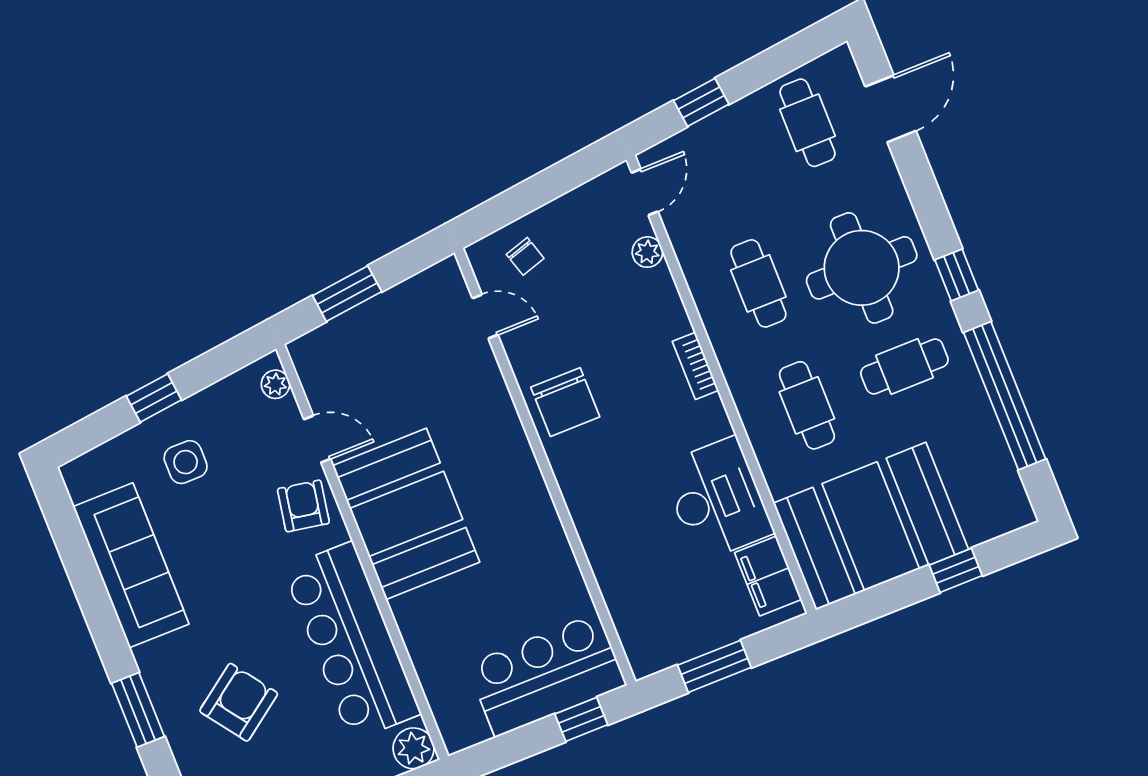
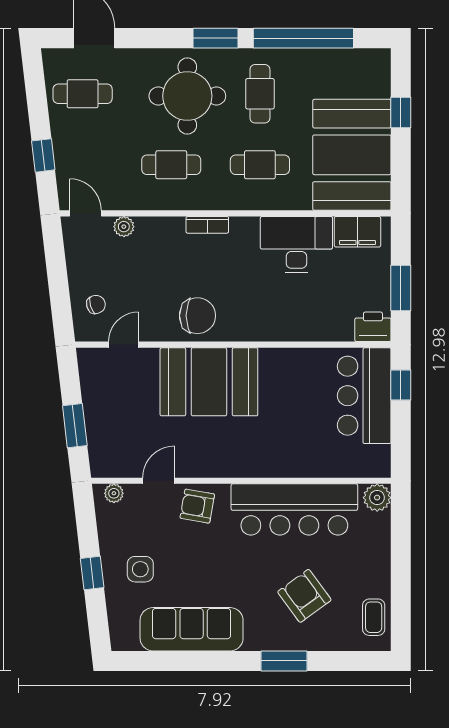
window: (957, 275) -> (215, 38), width x1.50
booth: (406, 514) -> (209, 382), moved
printer: (646, 649) -> (373, 327), added

